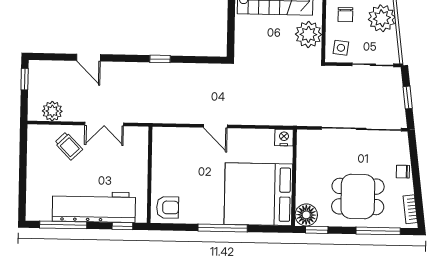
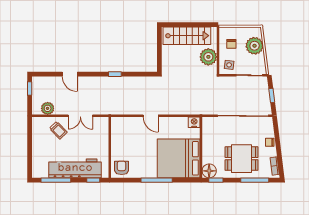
armchair: (168, 207) -> (122, 168), turned -90

